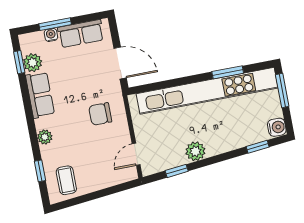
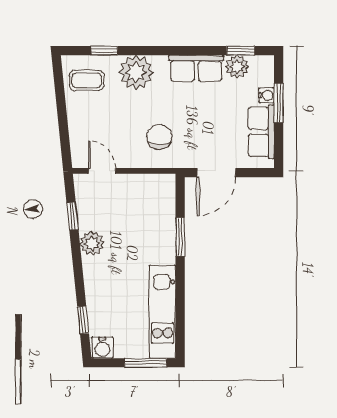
window: (228, 72) -> (180, 237), moved
kitchen unit: (207, 91) -> (163, 312), width x0.54
plant: (45, 137) -> (136, 72), width x1.87, depth x1.87

